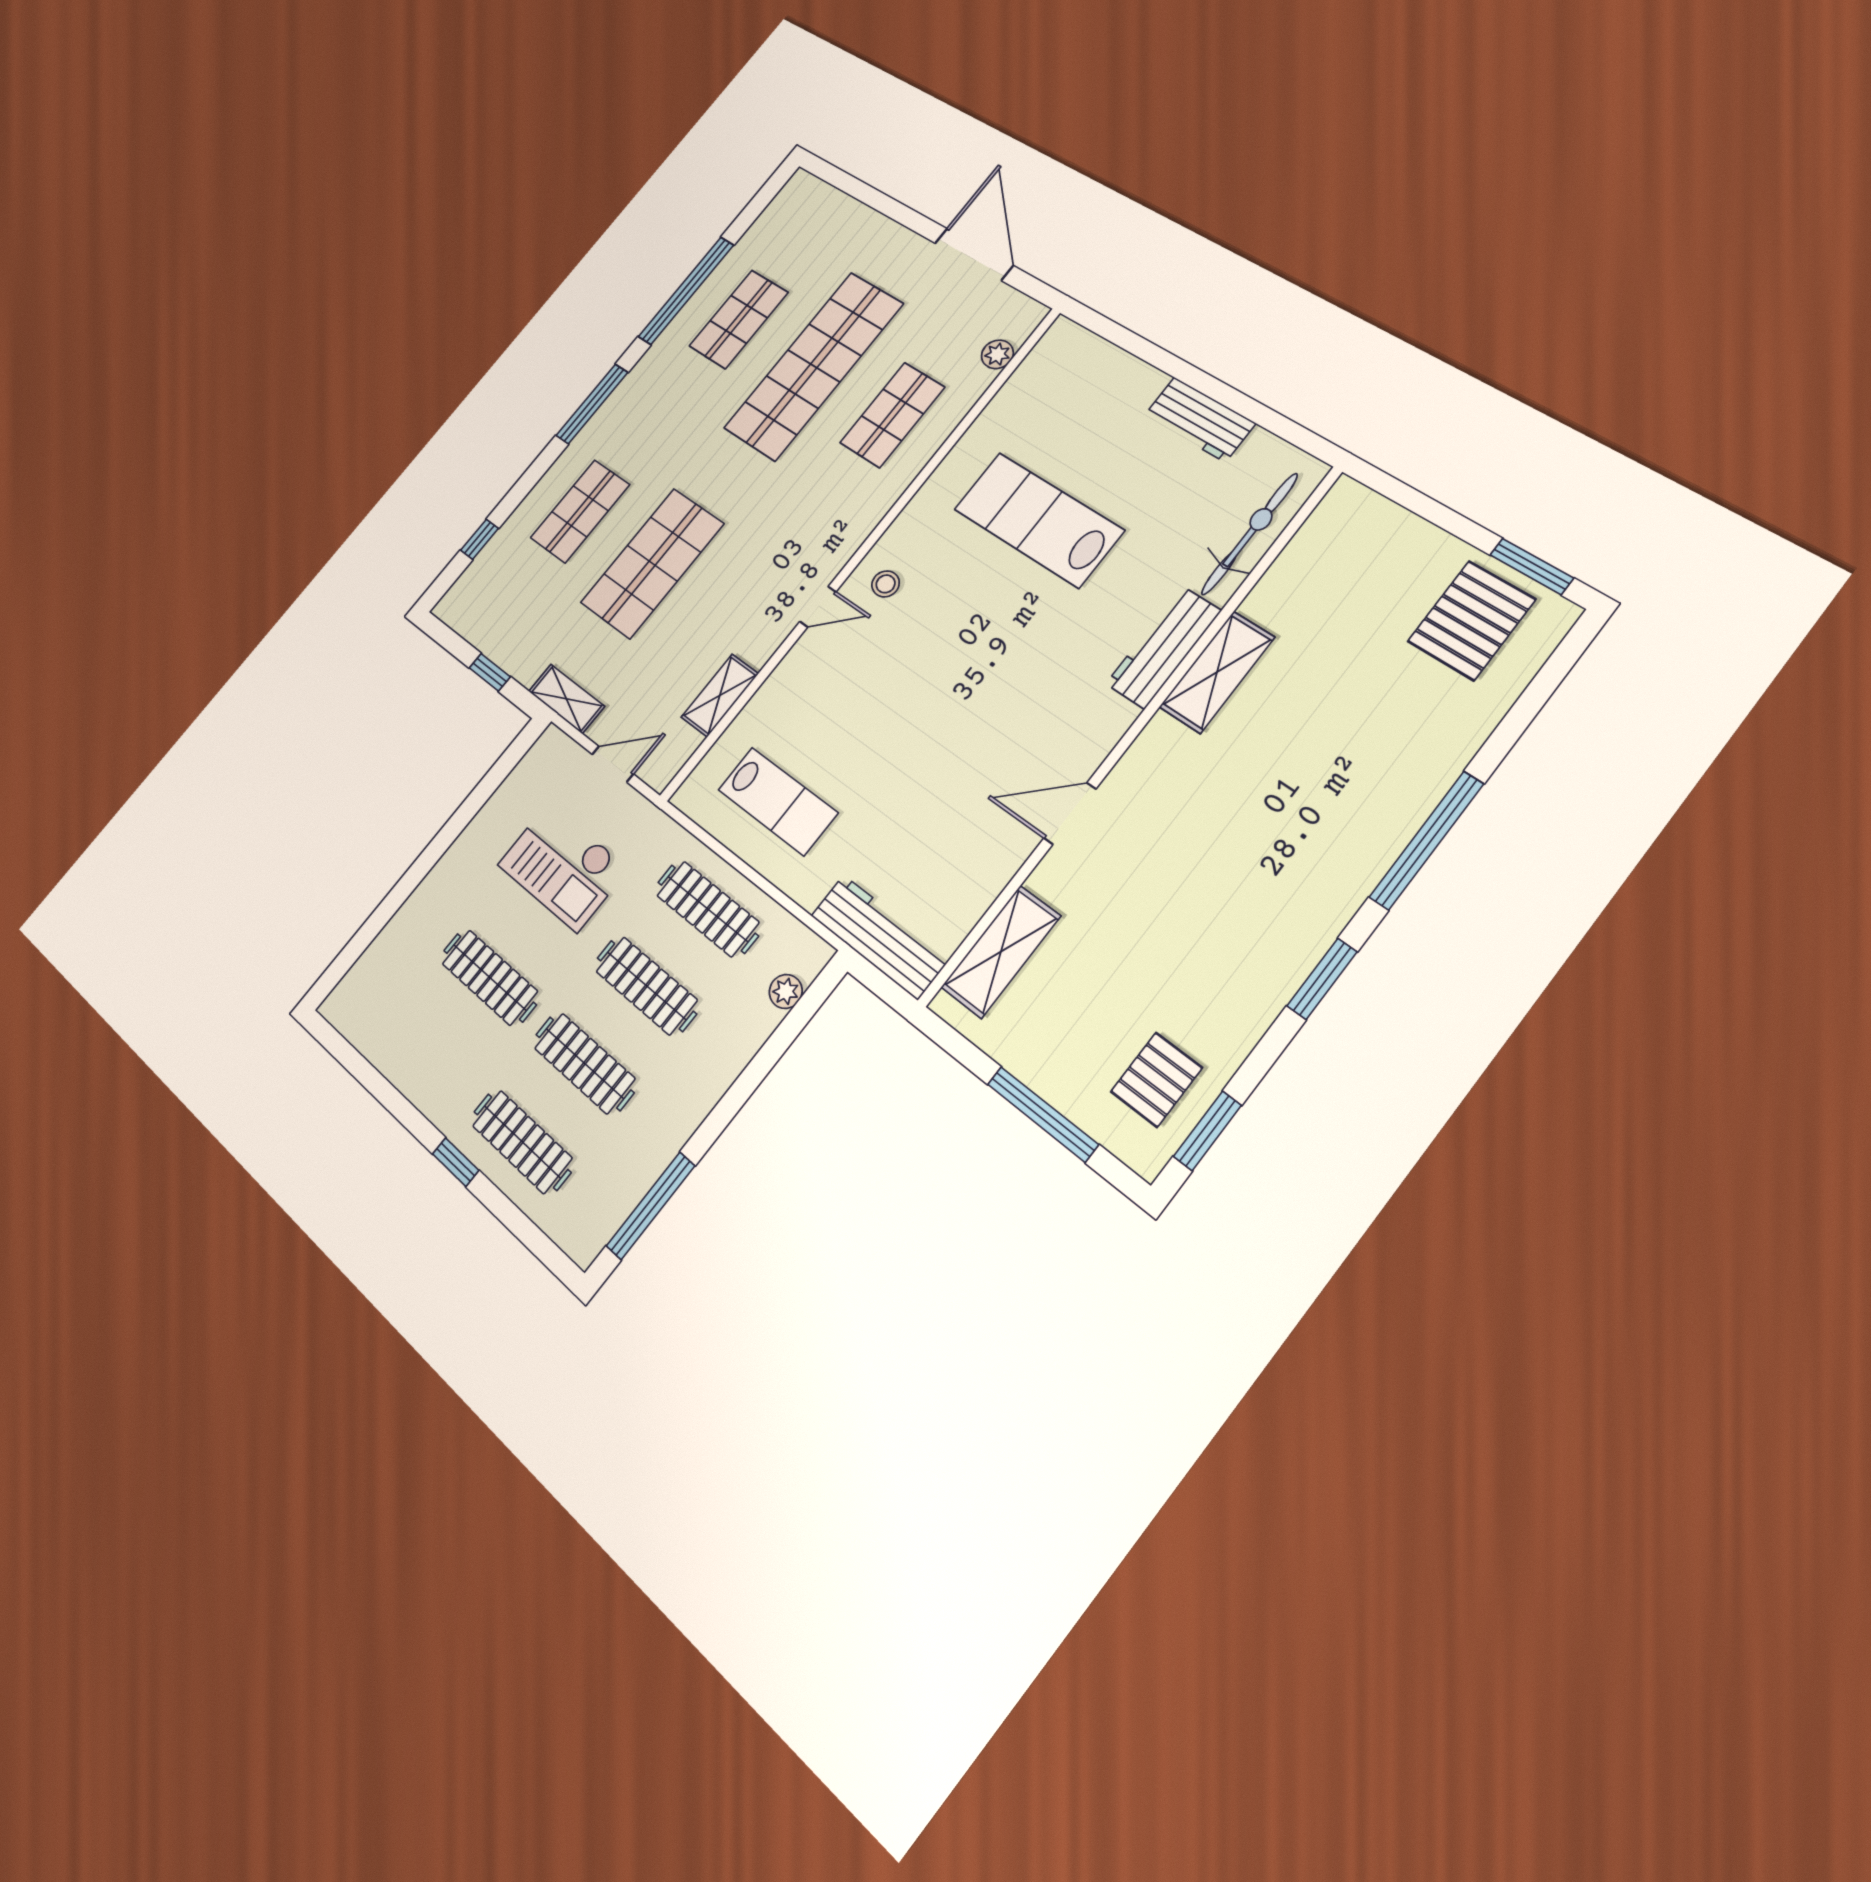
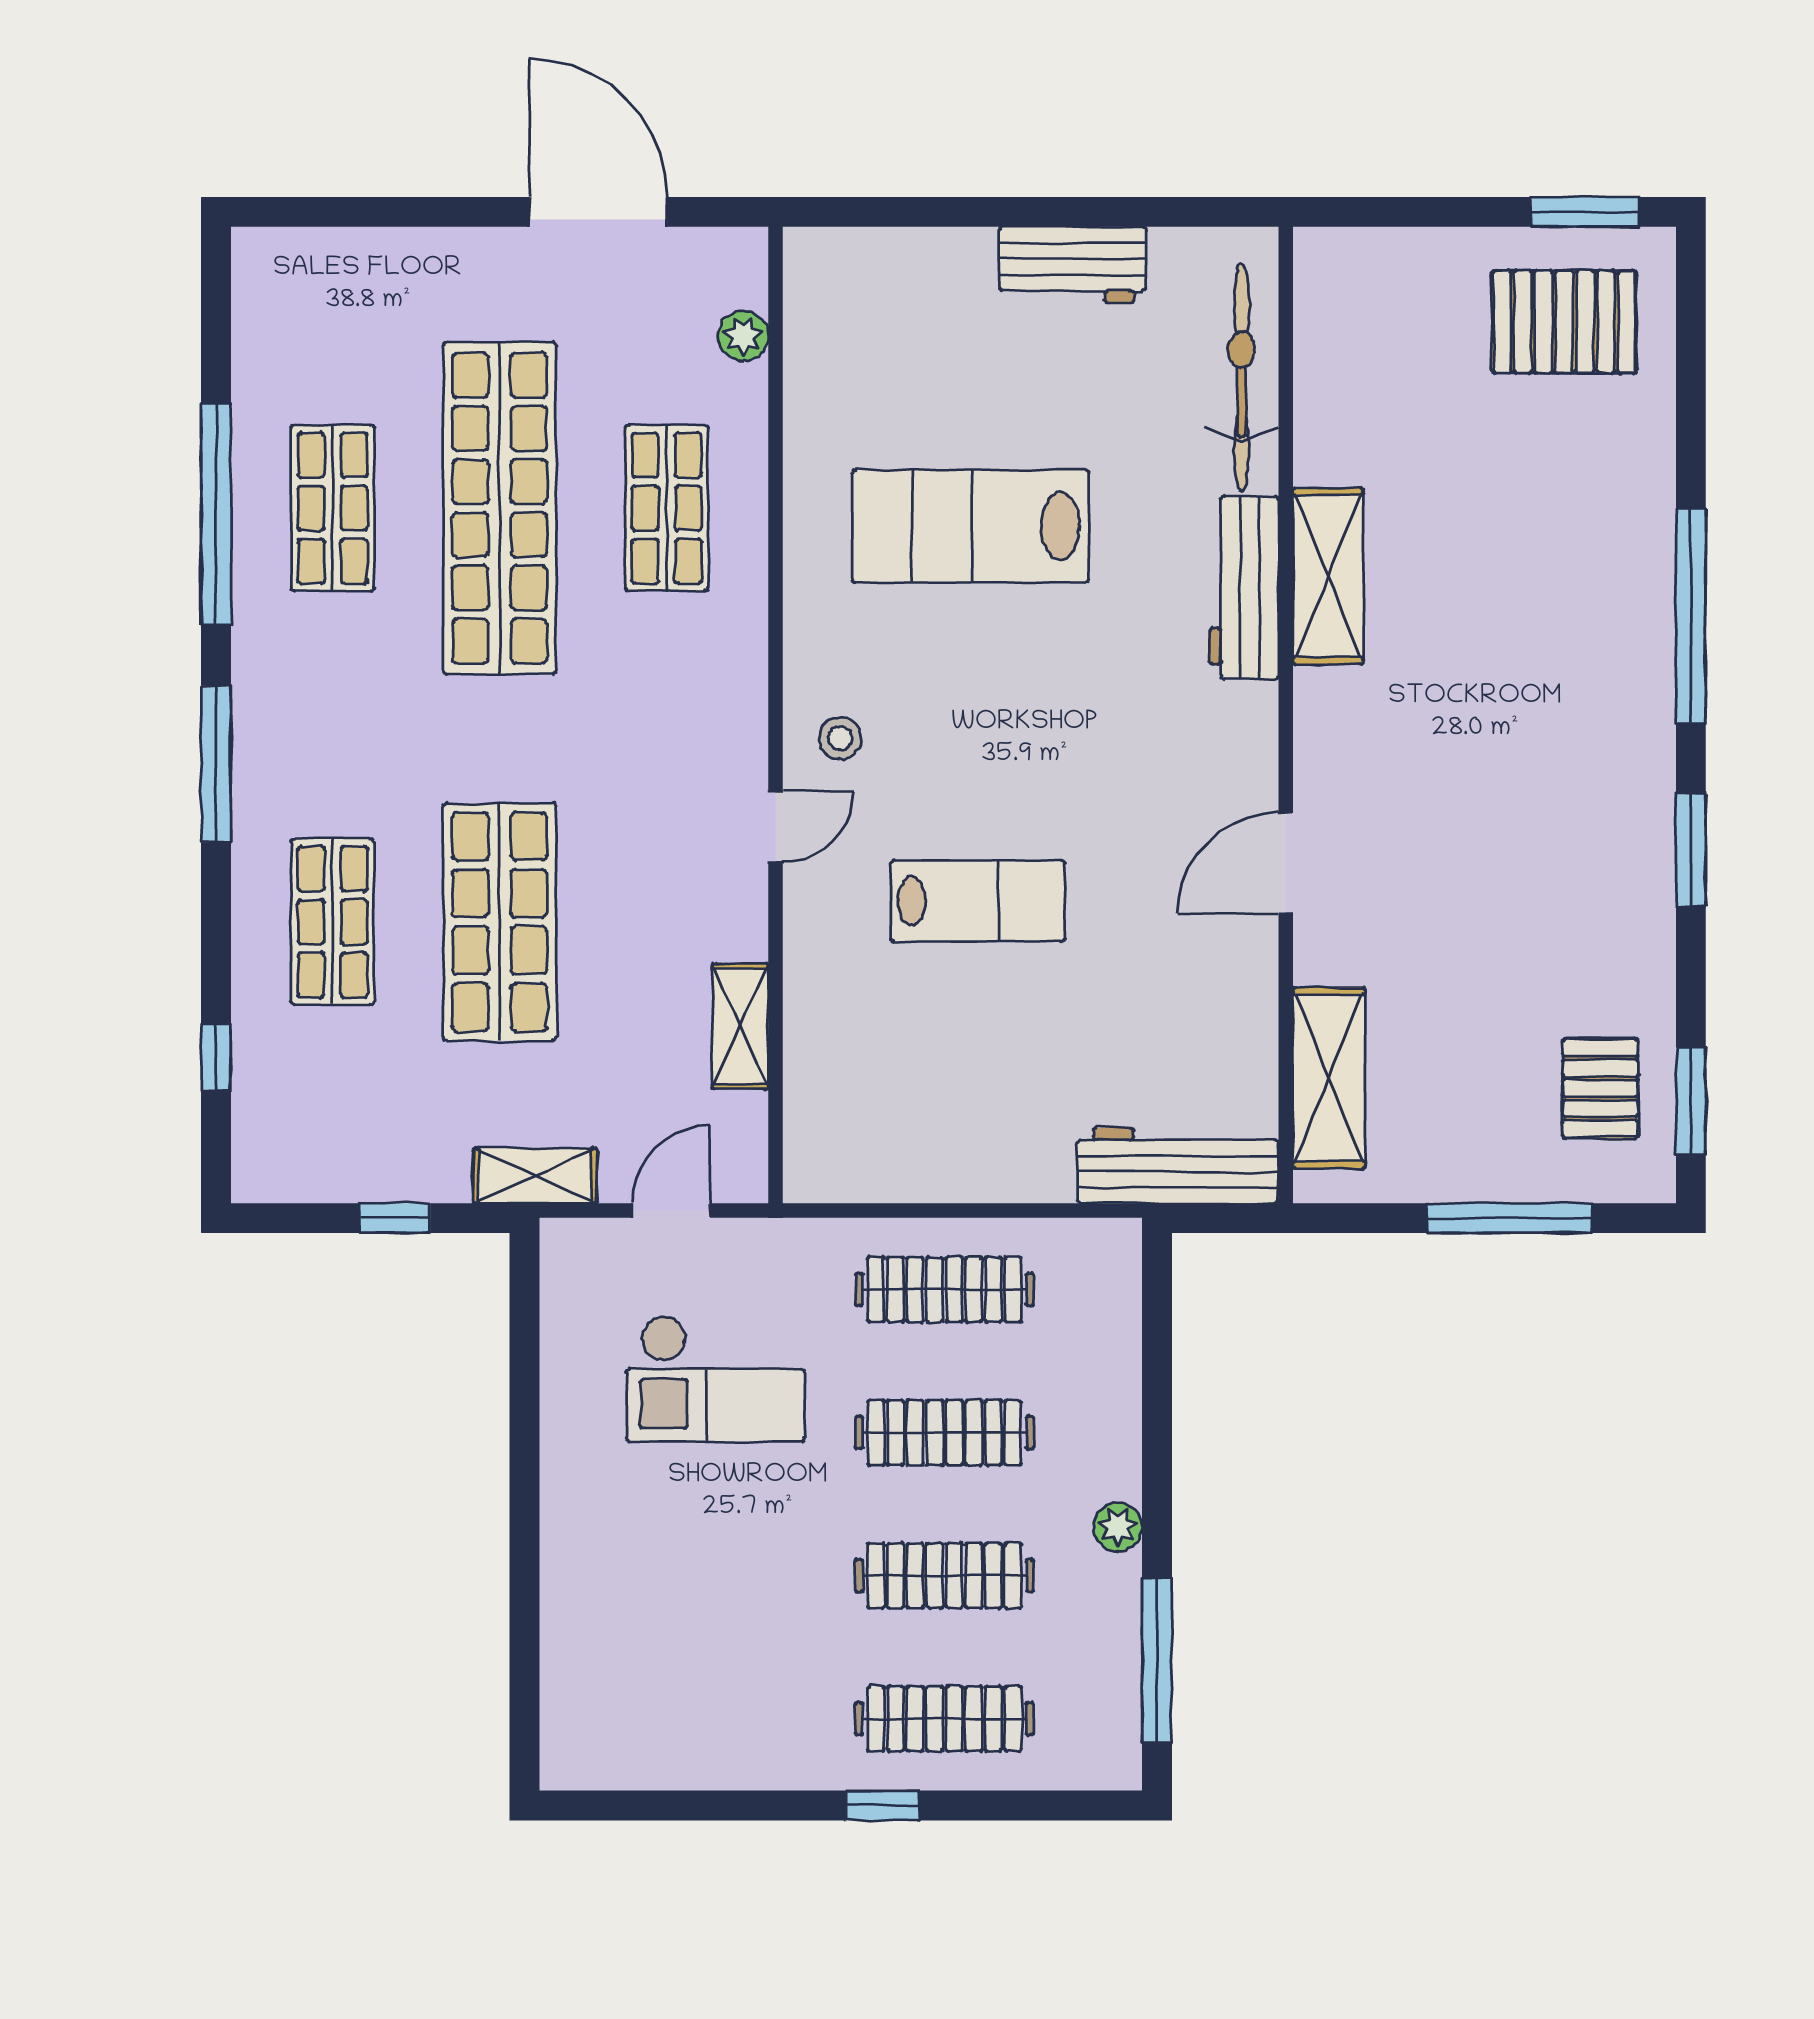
pallet: (1471, 620) -> (1564, 322), turned 90
lab bench: (778, 801) -> (978, 901), moved
clothes rail: (490, 977) -> (737, 1576), removed
plant: (786, 991) -> (1118, 1527), moved

